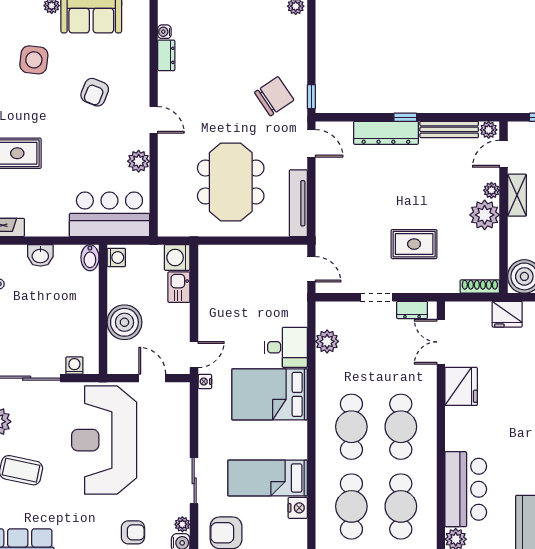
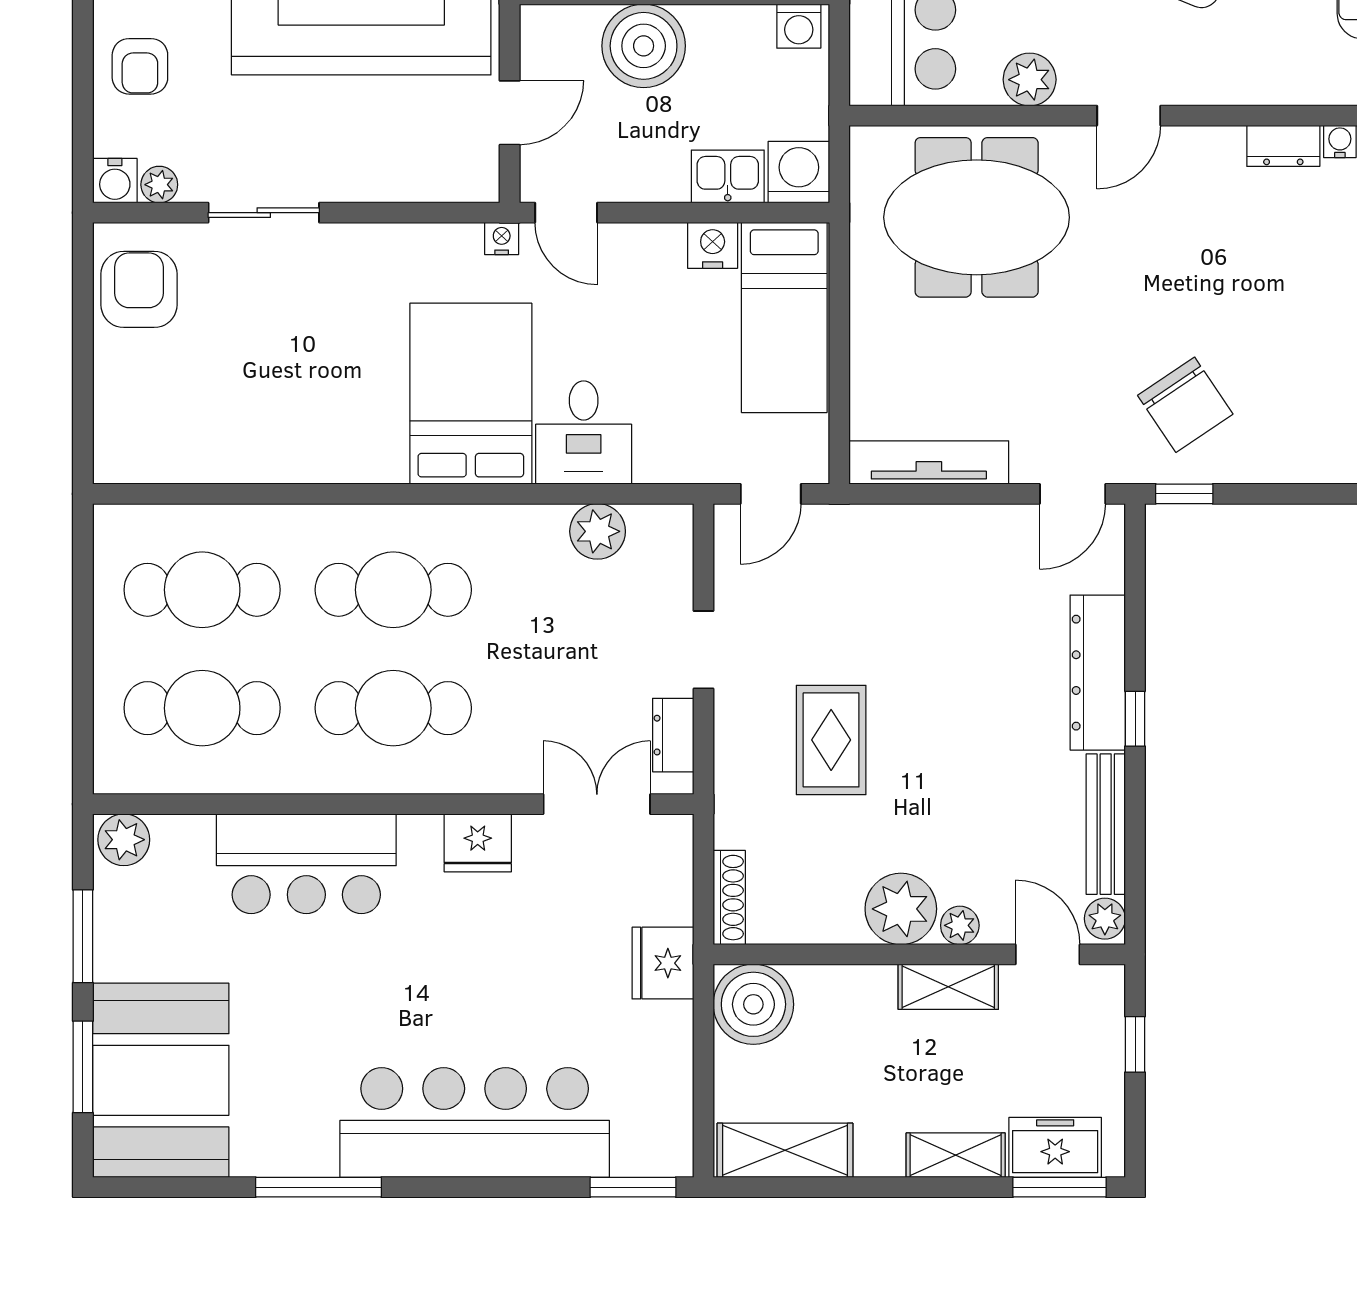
meeting table: (231, 182) -> (977, 217), moved
fridge: (461, 386) -> (478, 843), width x0.73, depth x0.75
bed: (268, 478) -> (784, 317), moved, turned 180
bar counter: (466, 489) -> (306, 864), moved
nightstand: (298, 508) -> (713, 245), moved, turned 180

